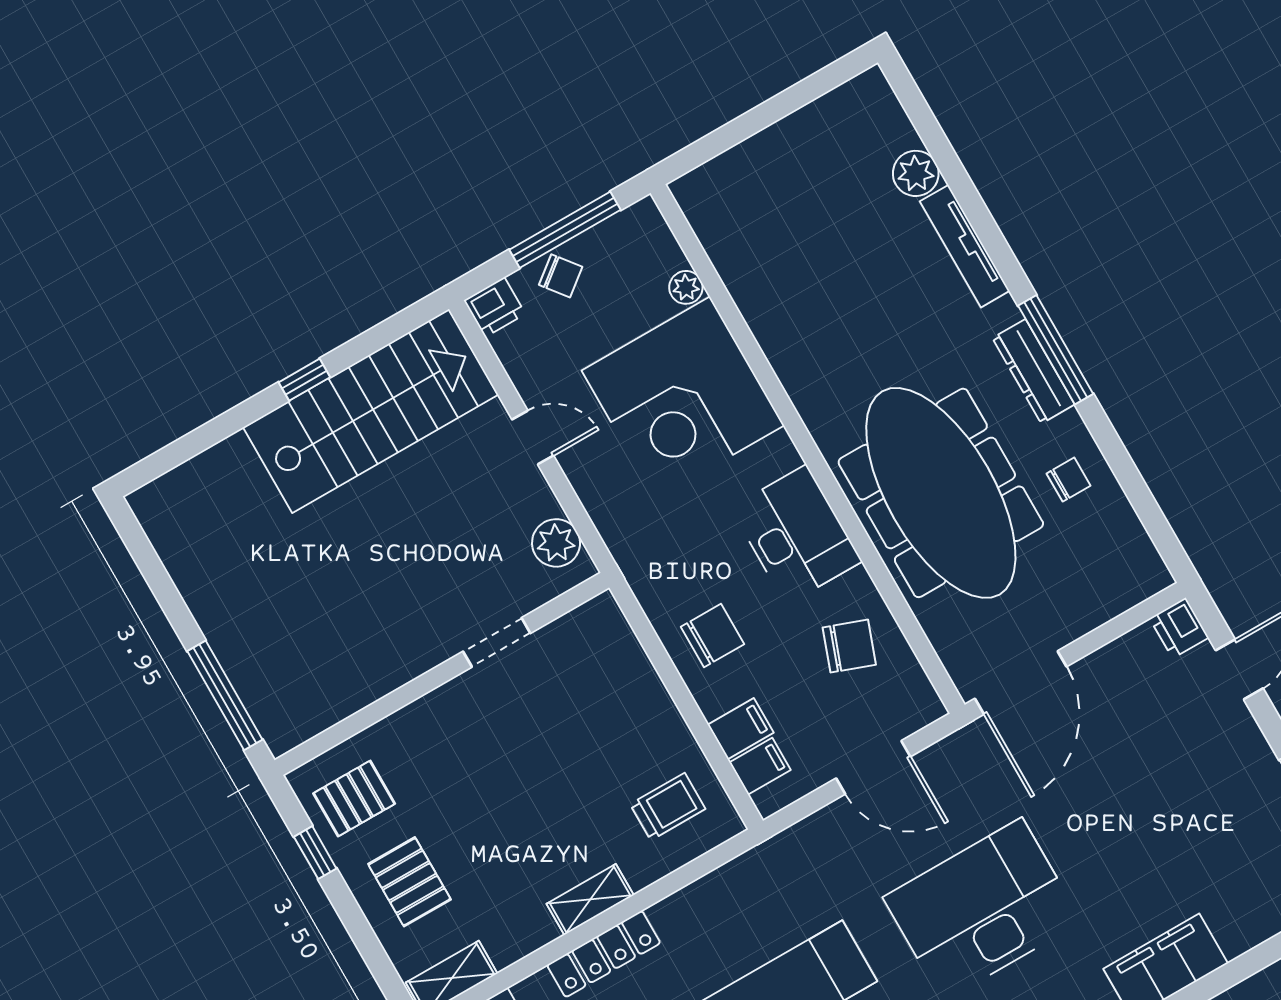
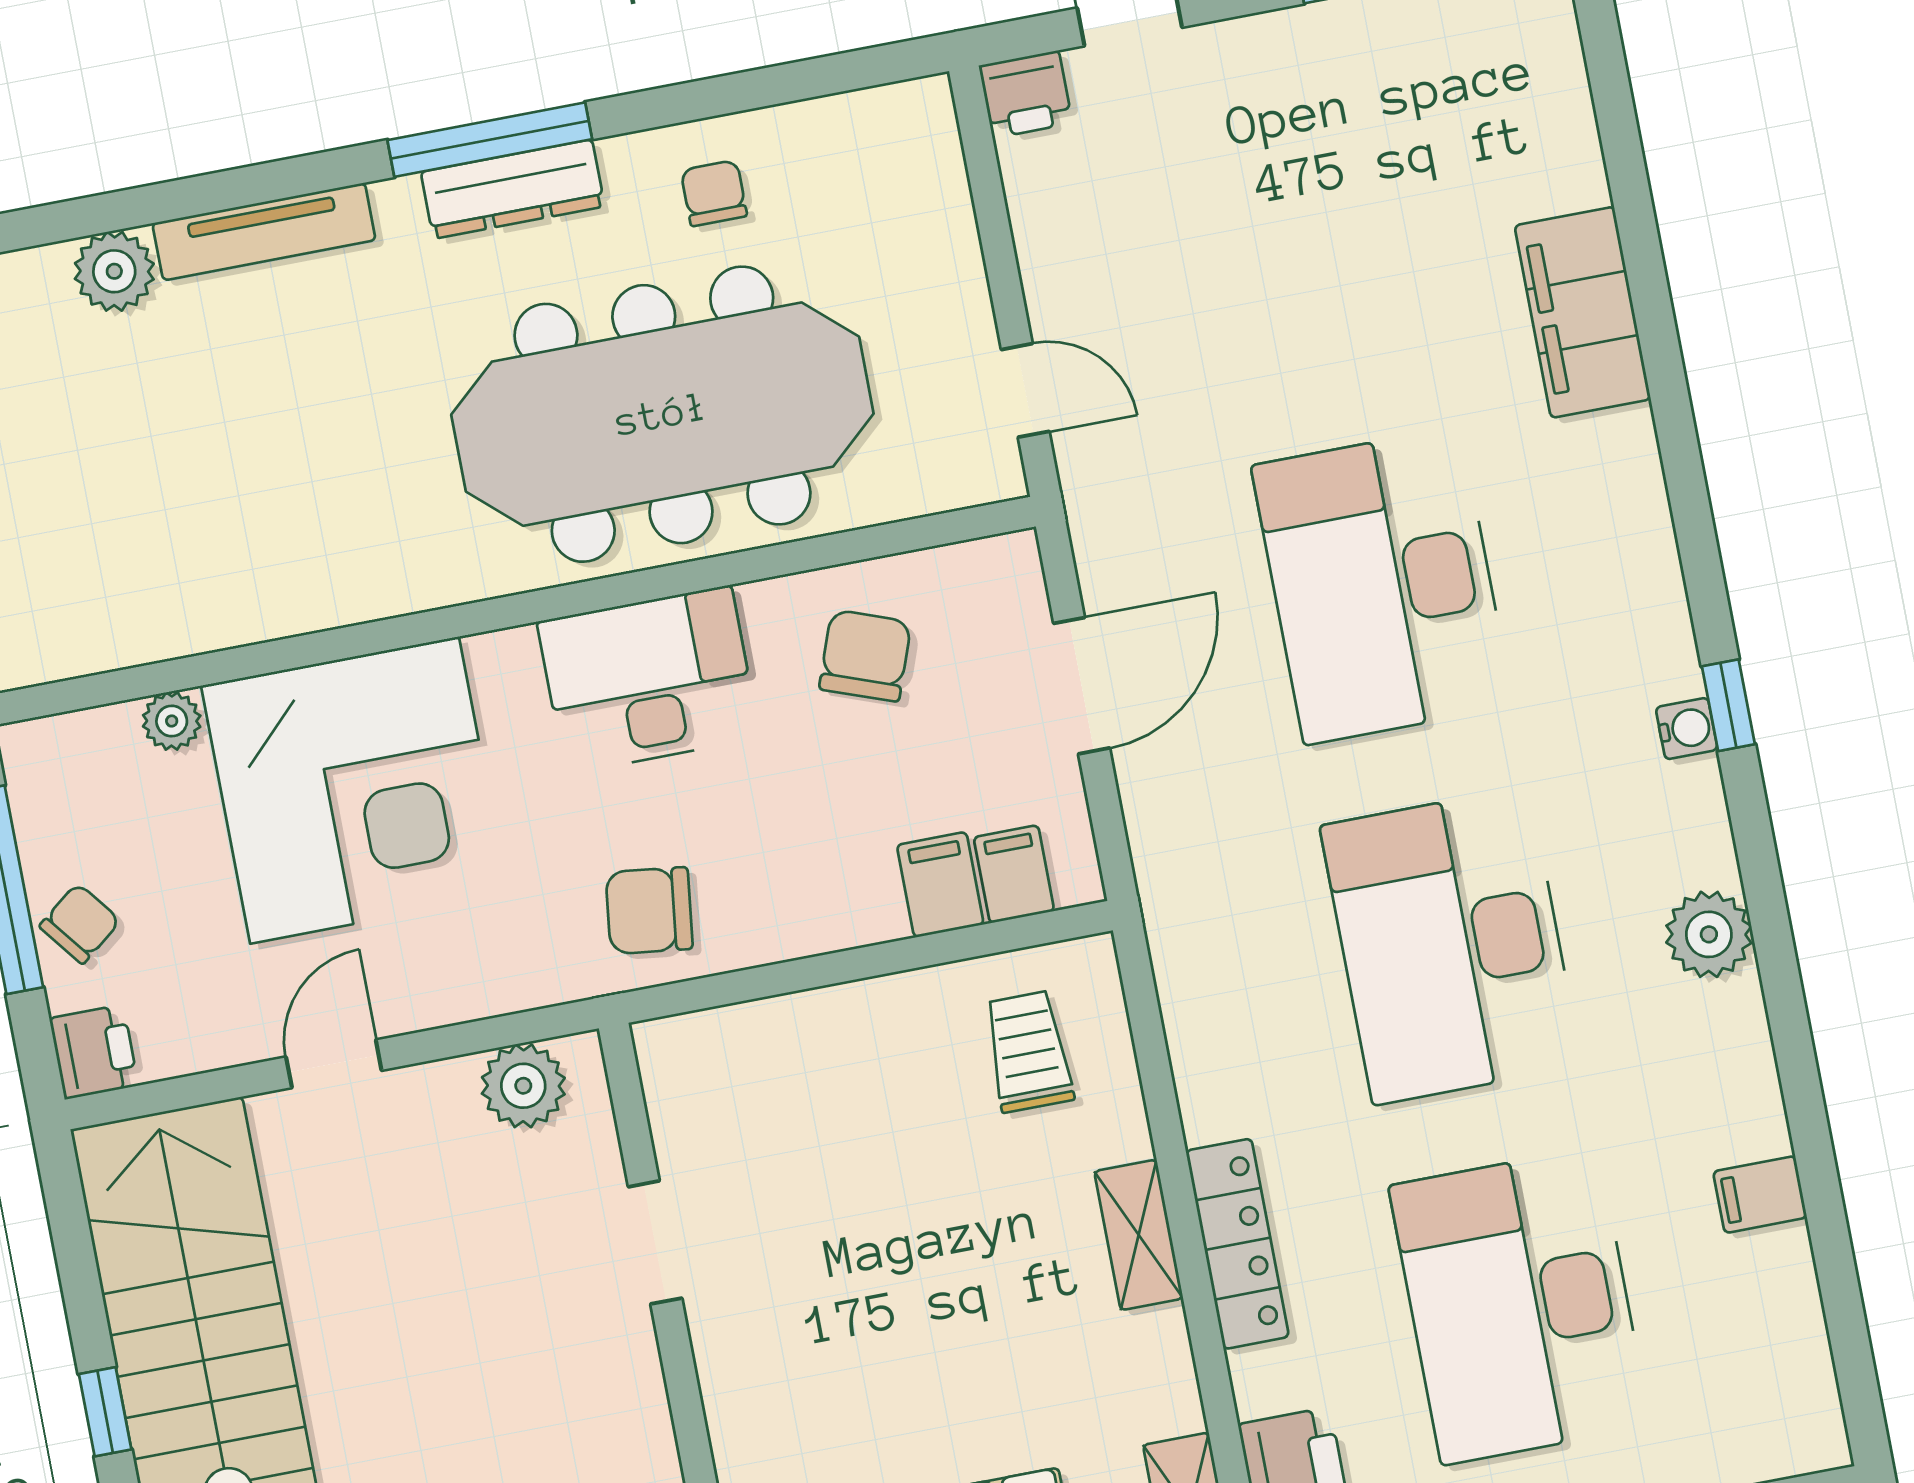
chair: (713, 635) -> (649, 911), moved, turned -83
door: (1021, 683) -> (1025, 390), width x0.53

